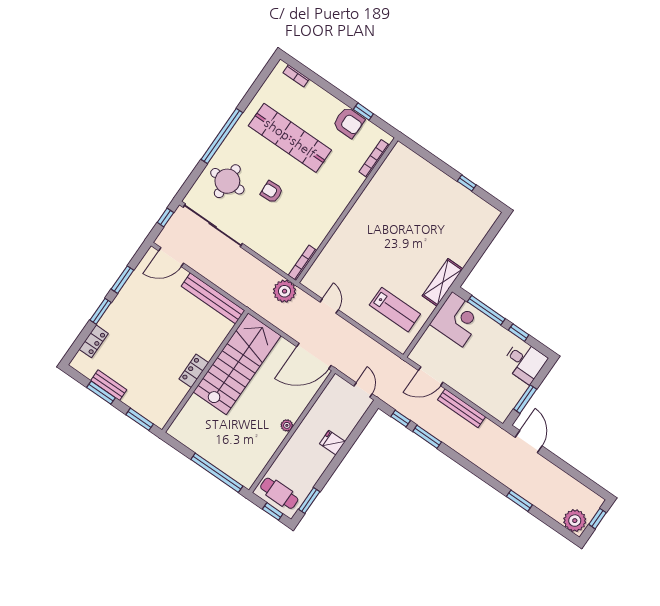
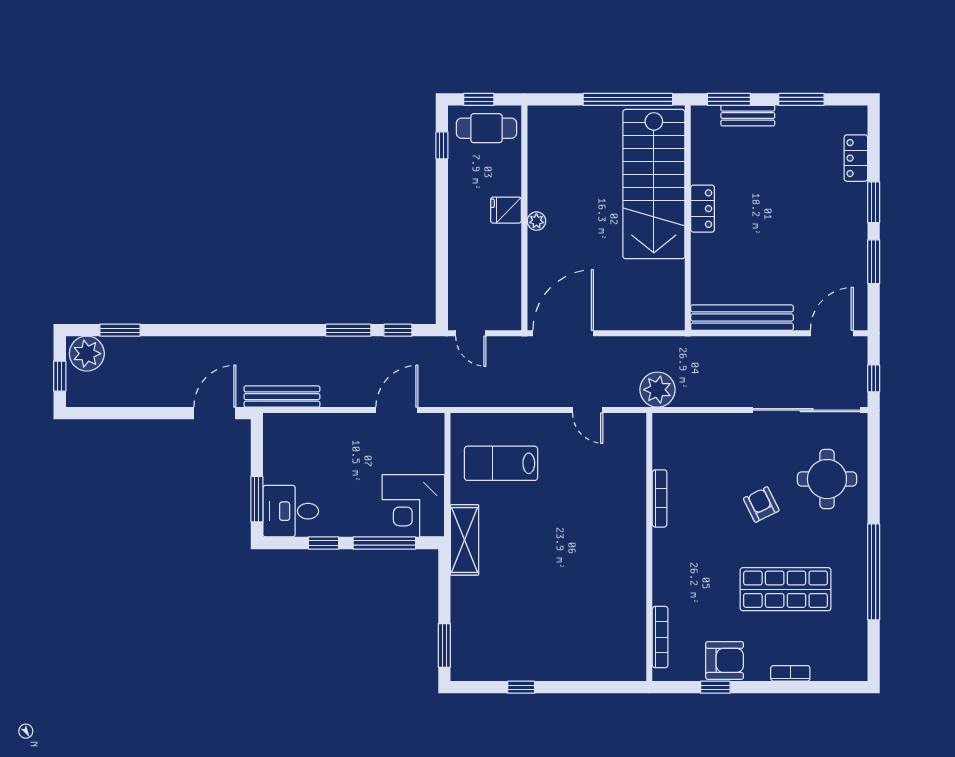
bookcase: (296, 76) -> (790, 673), moved
armchair: (349, 122) -> (725, 660), turned 180
window: (222, 136) -> (874, 572), moved
shop shelf: (290, 138) -> (786, 589), width x0.71
armchair: (272, 192) -> (761, 504), turned -113
window: (492, 234) -> (444, 645), added
bookcase: (303, 263) -> (660, 498), moved
stairs: (237, 364) -> (654, 184), moved
bench: (109, 385) -> (748, 116), moved
window: (525, 399) -> (257, 499), moved
bench: (462, 408) -> (282, 397), moved
door: (529, 442) -> (215, 413), swing flipped
fridge: (332, 443) -> (506, 210), moved, turned 180
window: (217, 473) -> (628, 99), moved
window: (309, 501) -> (442, 145), width x0.67
window: (519, 501) -> (120, 330), moved

